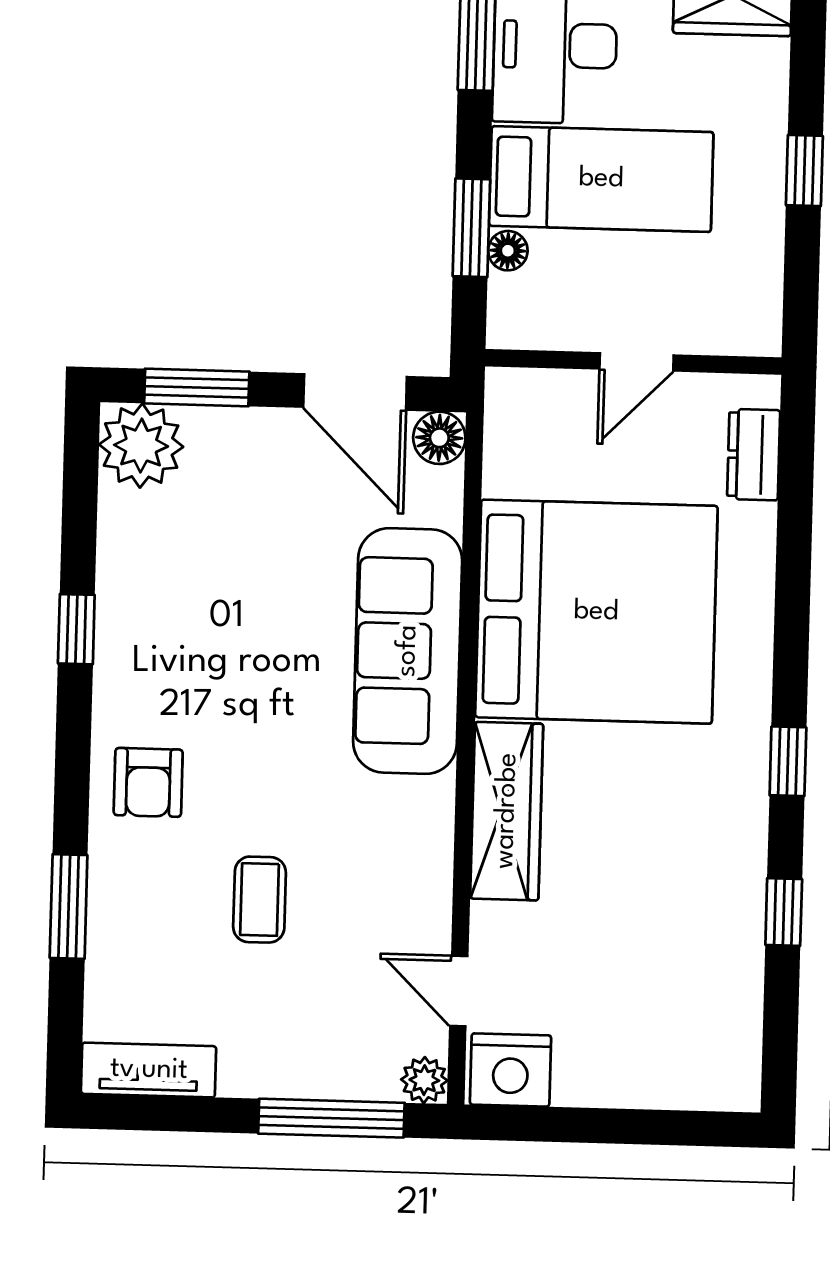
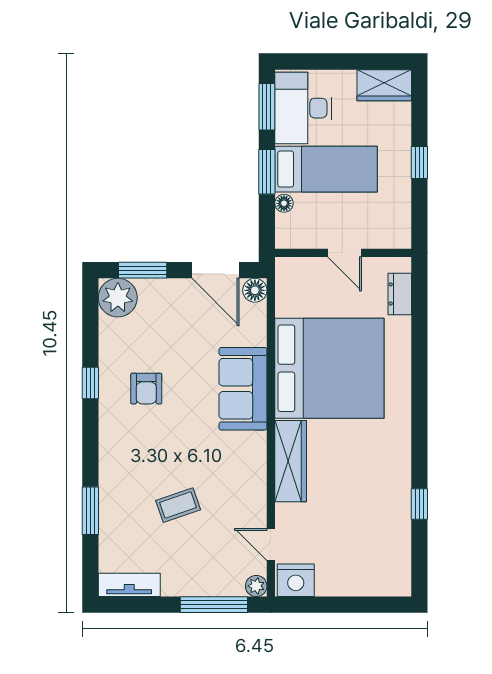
window: (471, 228) -> (267, 172), moved
door: (637, 362) -> (345, 253), hinge flipped
sofa: (408, 651) -> (243, 389), width x0.73
window: (788, 761) -> (419, 435), removed
armchair: (148, 782) -> (146, 389), moved
coffee table: (260, 900) -> (178, 505), turned 71

